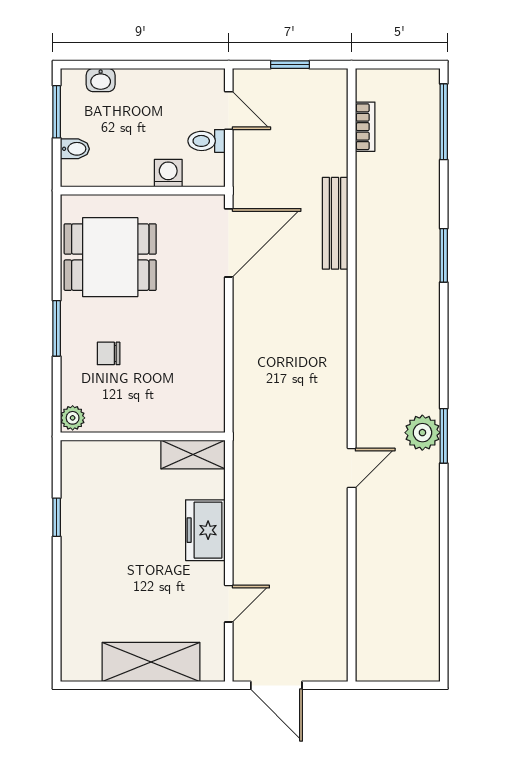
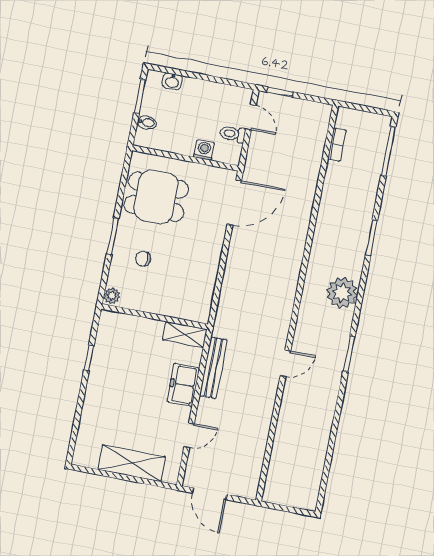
window: (290, 65) -> (280, 92), moved
bench: (335, 223) -> (213, 368), moved
plant: (422, 433) -> (342, 293), moved, width x1.36, depth x1.36

